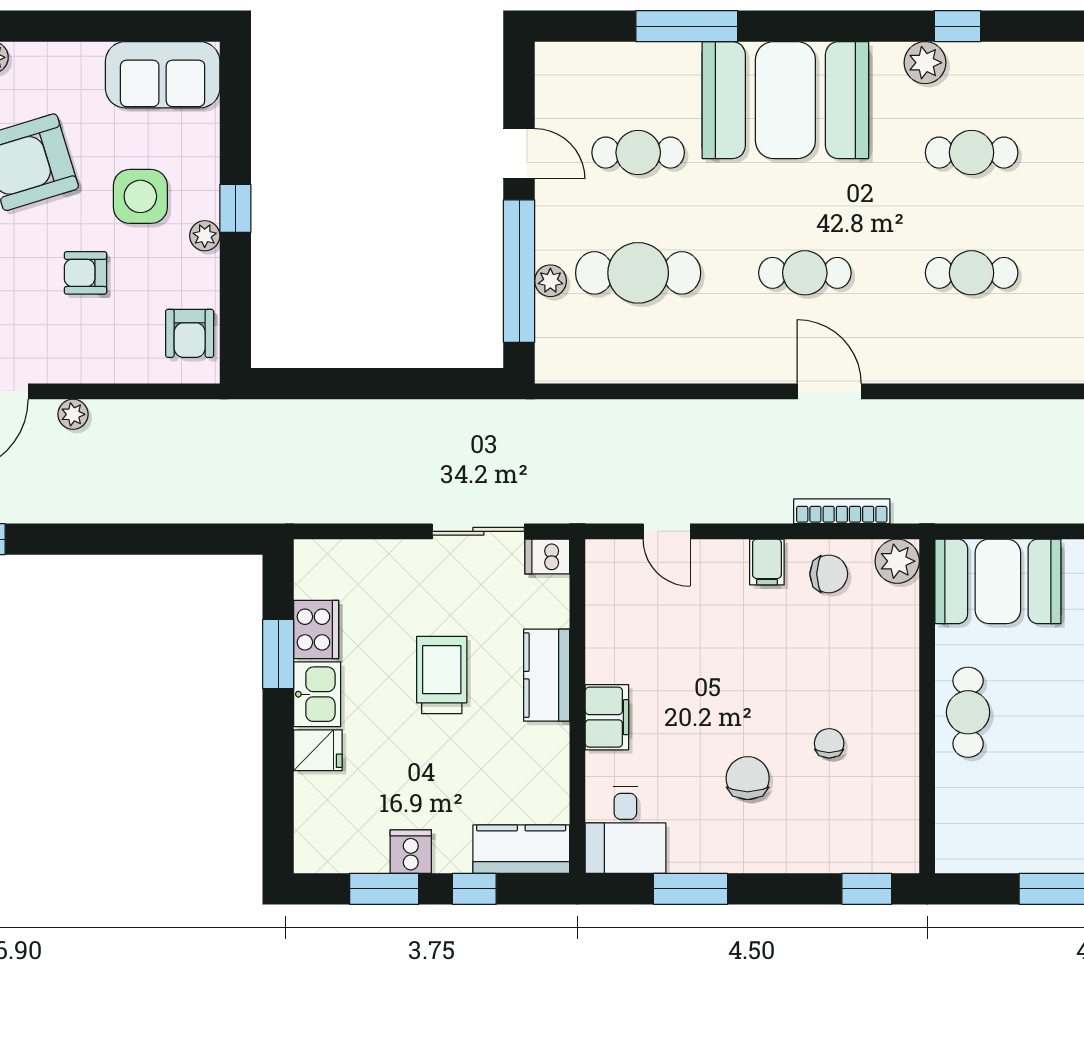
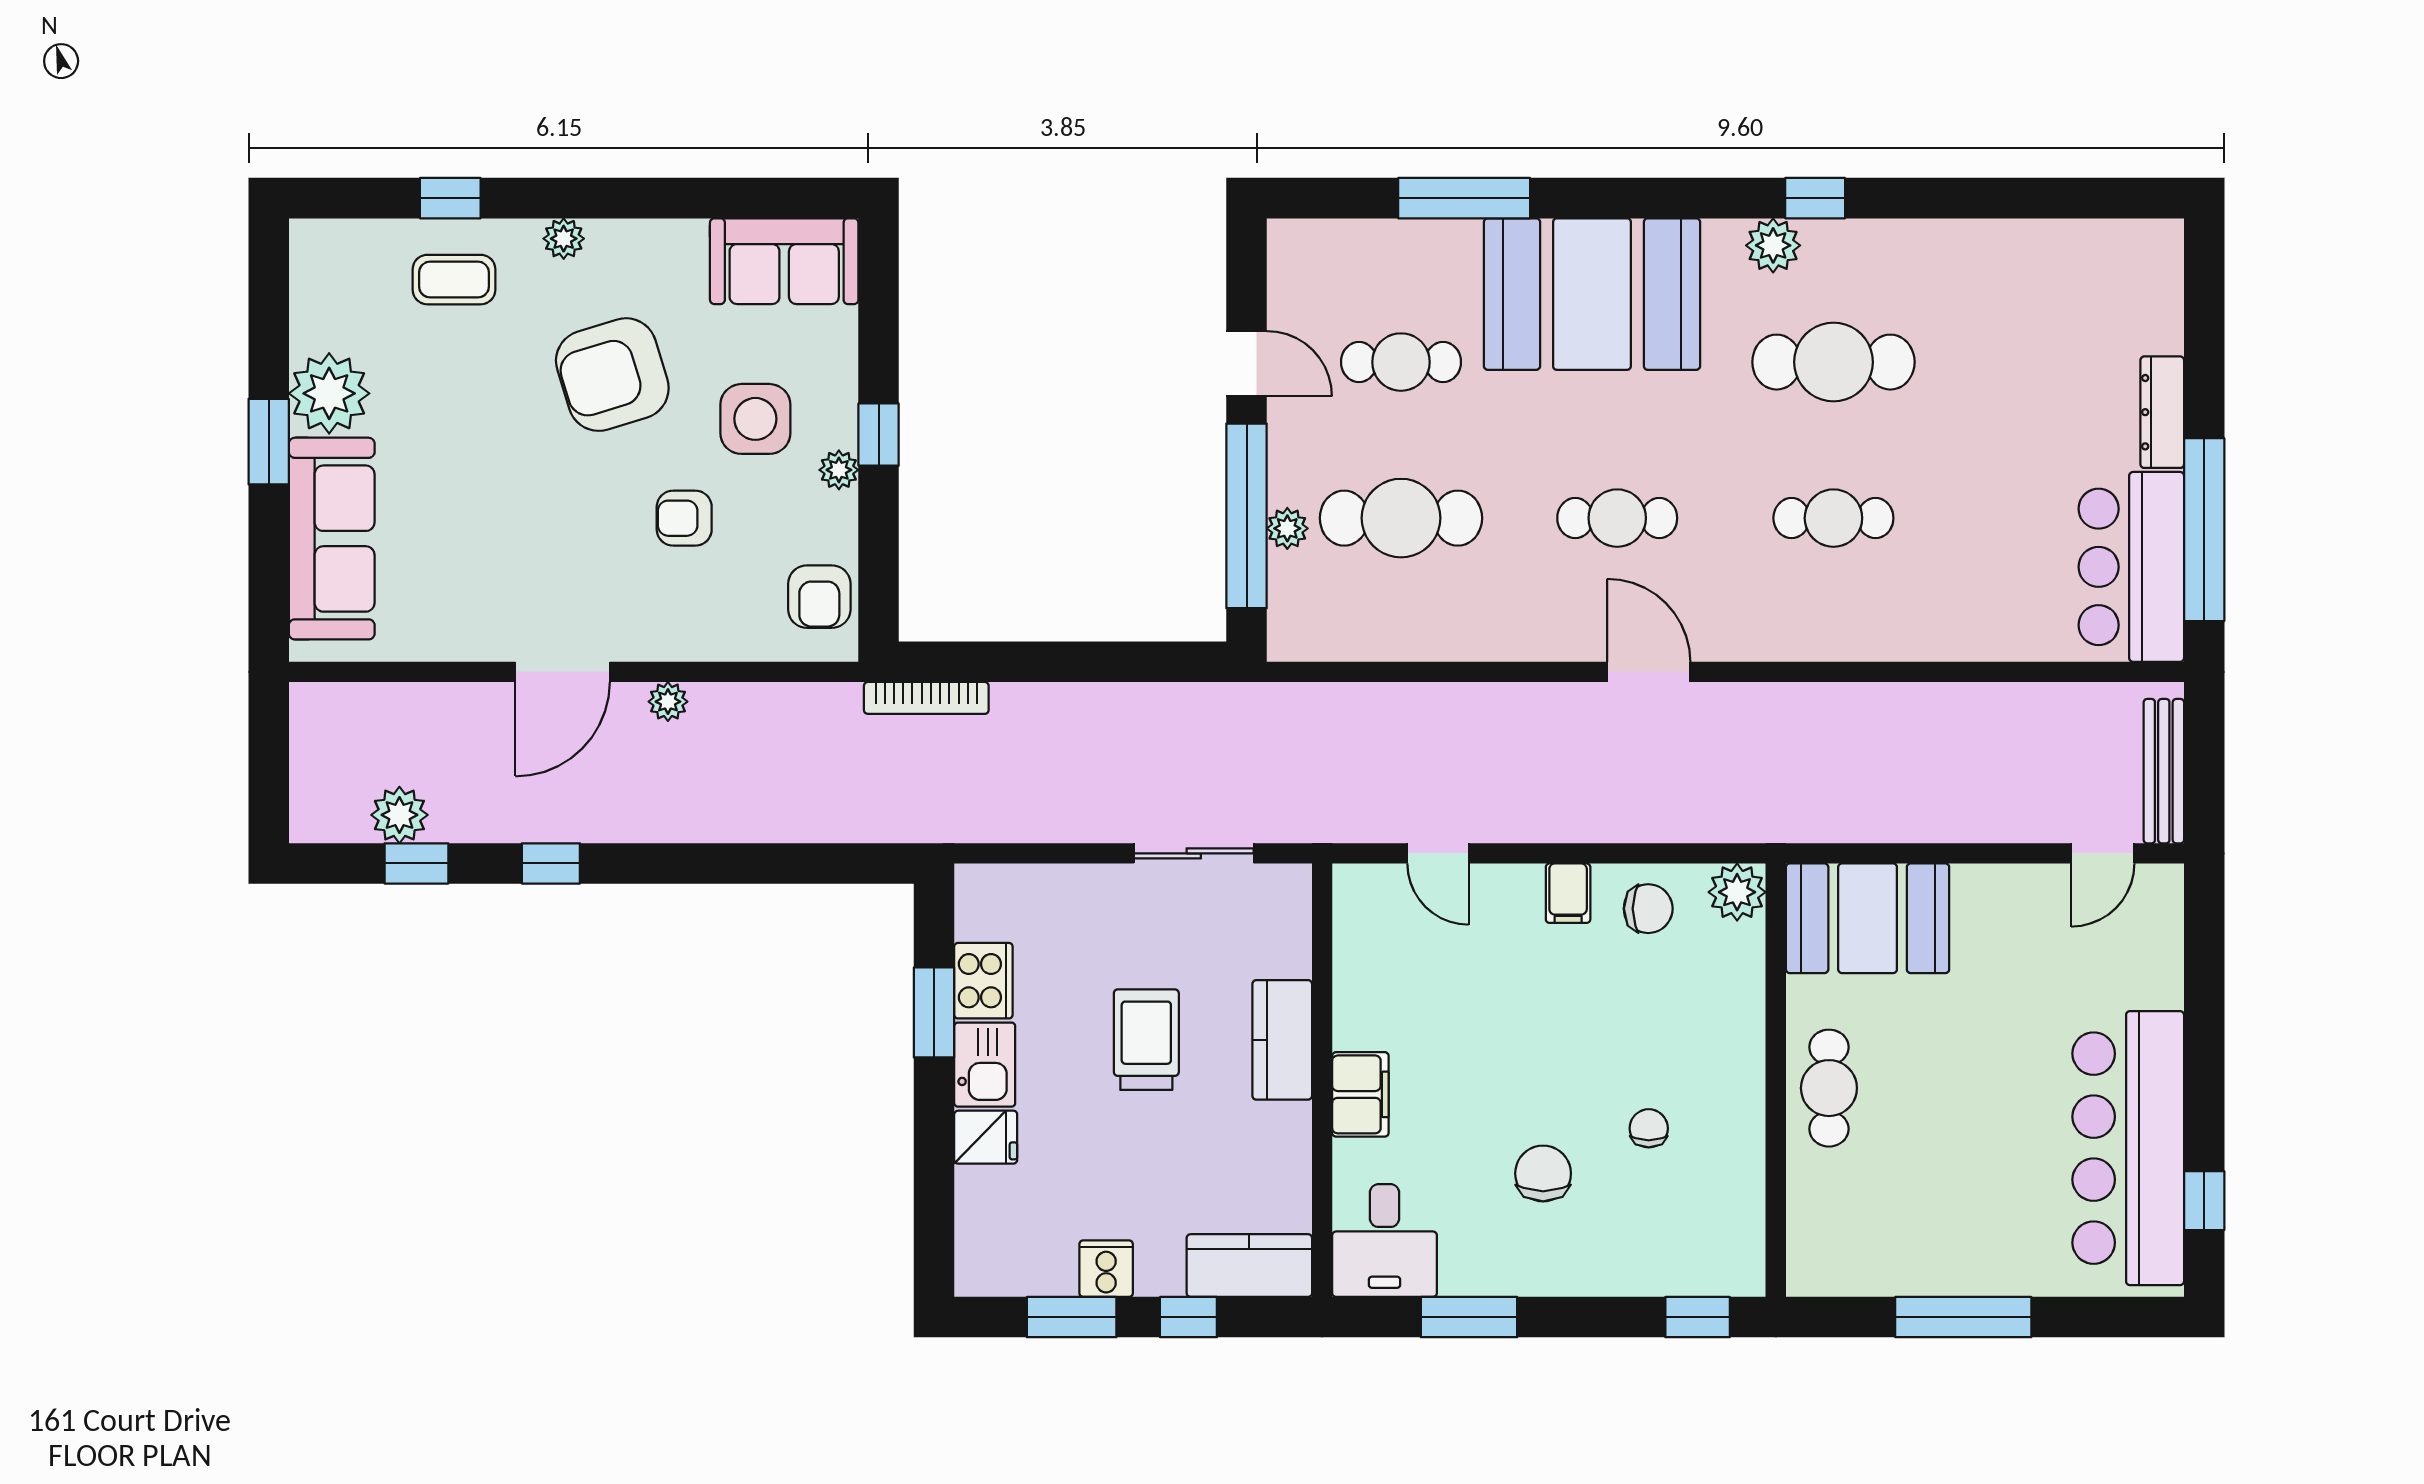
cafe table: (972, 153) -> (1833, 362), width x1.37, depth x1.35
bookcase: (842, 511) -> (926, 698), moved, turned 180
dishwasher: (547, 557) -> (1283, 886), removed

